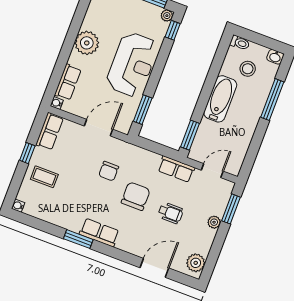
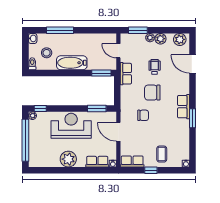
plant: (207, 236) -> (161, 39), added

